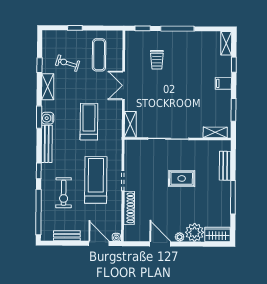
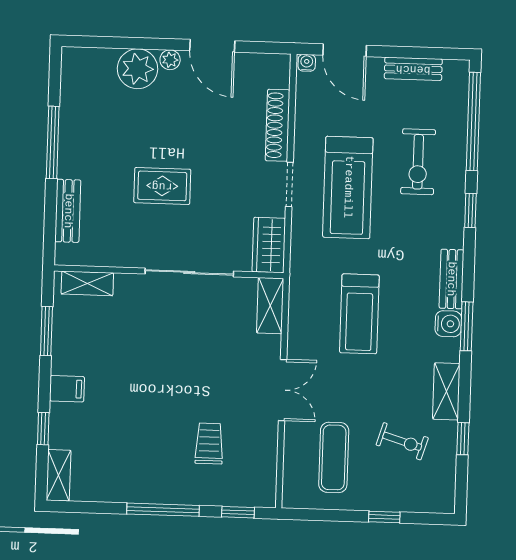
bench: (47, 144) -> (451, 279), width x0.73
exercise bike: (64, 193) -> (418, 162), turned 180
wardrobe: (217, 234) -> (269, 245), moved, turned 90

